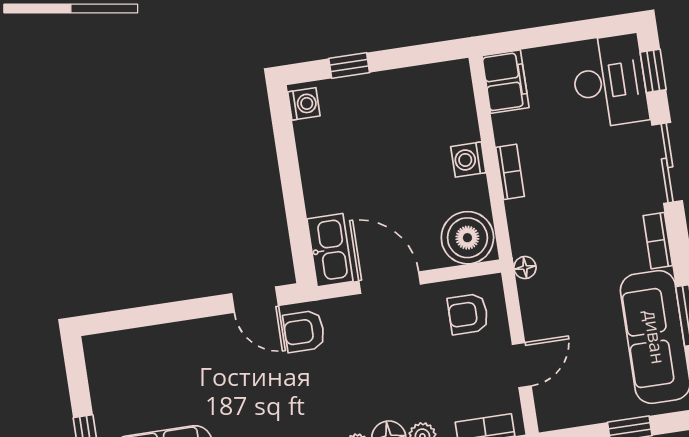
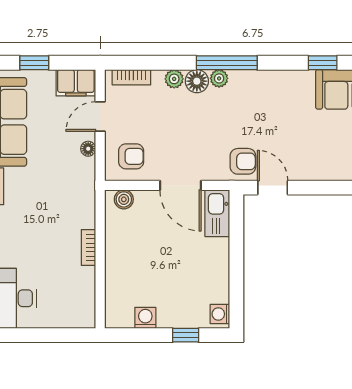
filing cabinet: (505, 82) -> (76, 83), moved, turned -90
washing machine: (468, 160) -> (145, 318), moved, turned -90
boiler: (467, 238) -> (124, 199), width x0.54, depth x0.54
floor lamp: (525, 268) -> (88, 149), moved

